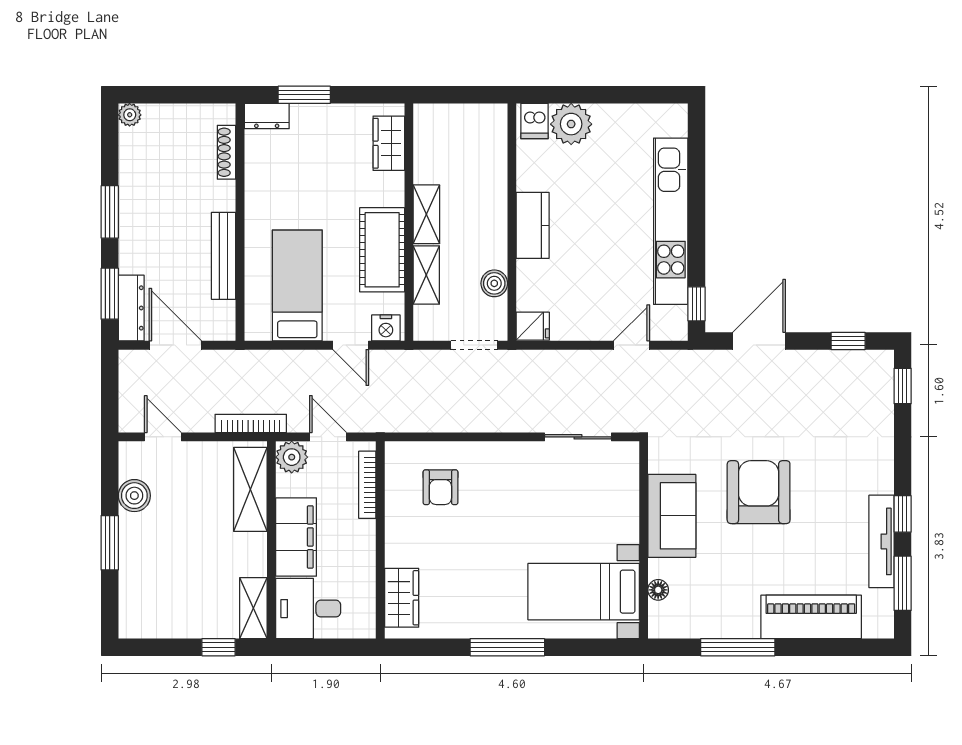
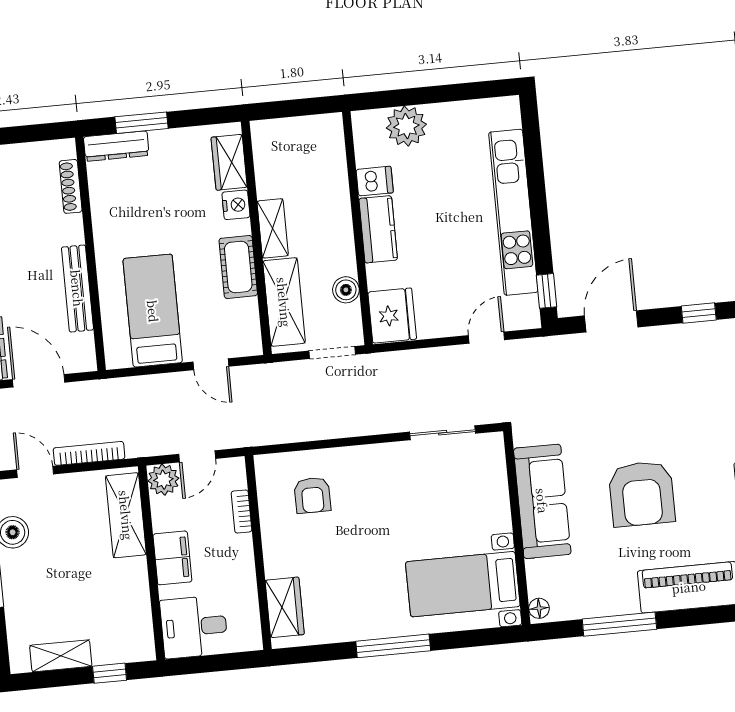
dresser: (267, 116) -> (116, 146), width x1.44
dishwasher: (534, 121) -> (375, 181), moved, turned -90
cot: (382, 250) -> (238, 267), width x0.73, depth x0.75
shelving: (426, 275) -> (284, 302), width x1.50, depth x1.33
fridge: (533, 326) -> (392, 316), width x1.88, depth x1.34
nightstand: (386, 328) -> (236, 205), moved, turned -90
bookcase: (251, 423) -> (89, 453), moved
door: (328, 437) -> (197, 456), swing flipped
bookcase: (367, 485) -> (241, 512), width x0.64
armchair: (759, 492) -> (642, 494), moved, turned 180
sofa: (672, 516) -> (542, 501), width x1.36
filing cabinet: (296, 537) -> (172, 558), width x0.67, depth x0.86
floor lamp: (658, 590) -> (539, 608), moved
shelving: (253, 608) -> (61, 656), moved, turned 90

